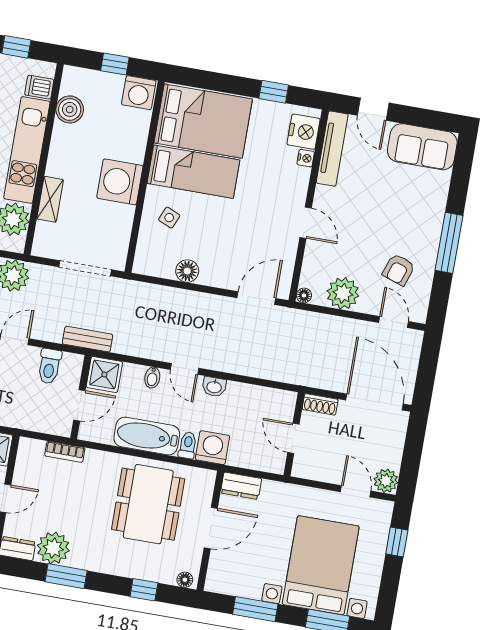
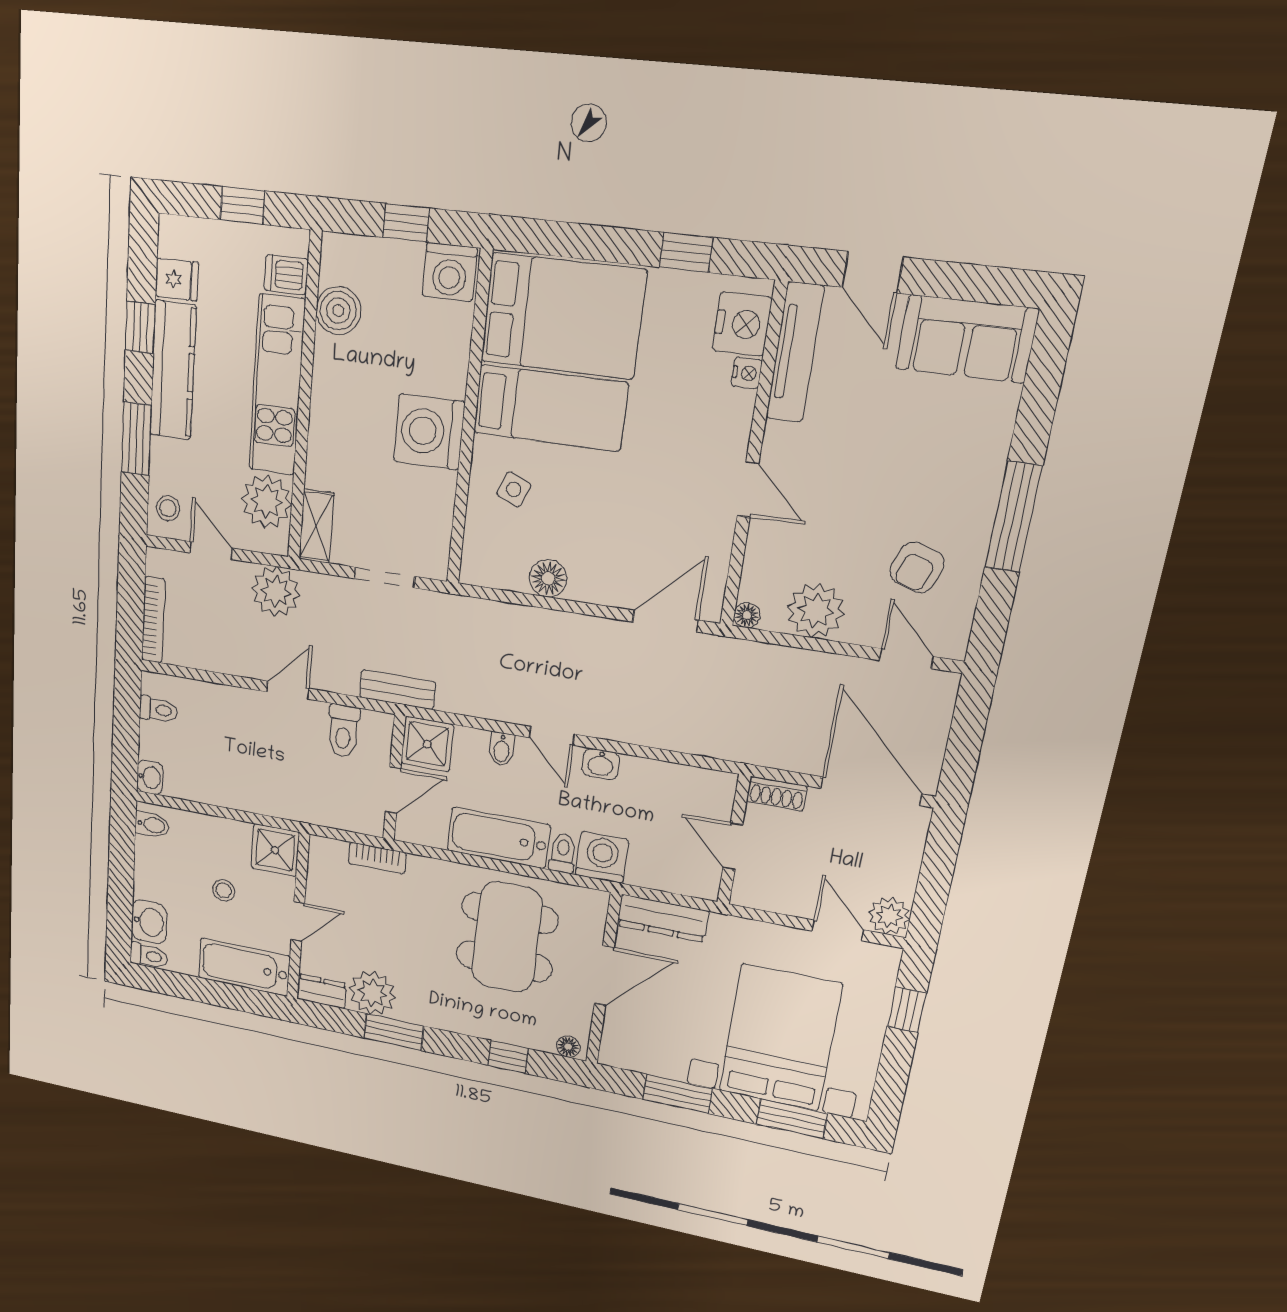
shelving: (50, 199) -> (316, 526), moved
doorway: (85, 268) -> (385, 577), width x0.73
dresser: (241, 486) -> (663, 918), width x1.44

